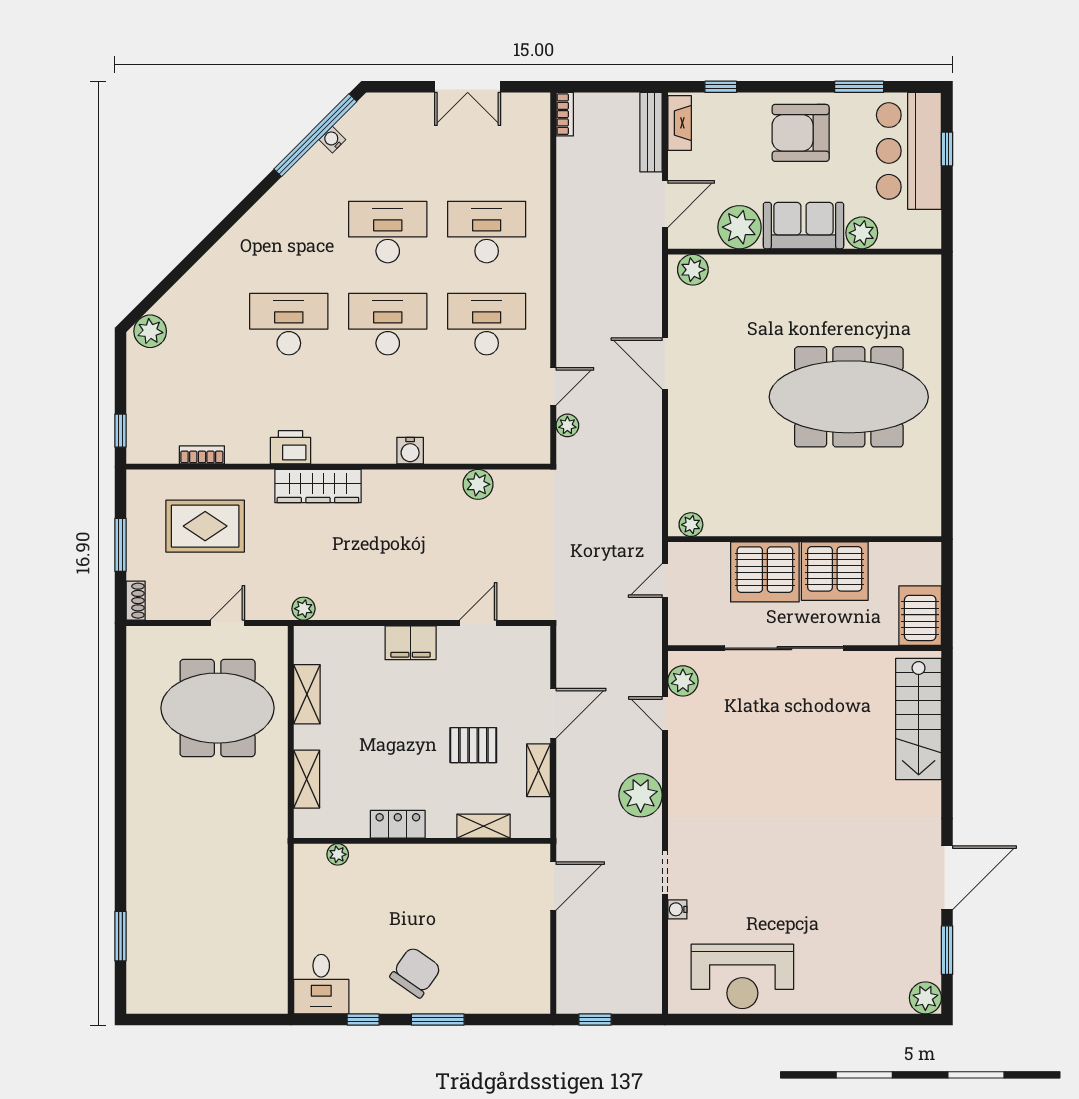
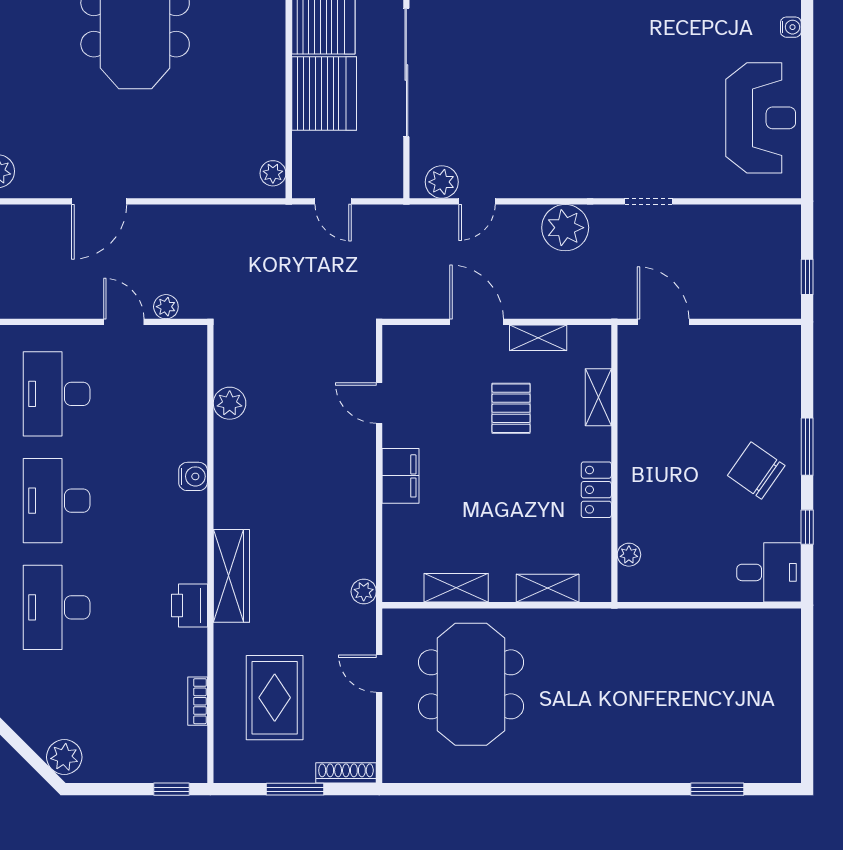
shoe rack: (136, 601) -> (346, 773), width x1.43
water cooler: (677, 909) -> (791, 27), moved, turned -90

